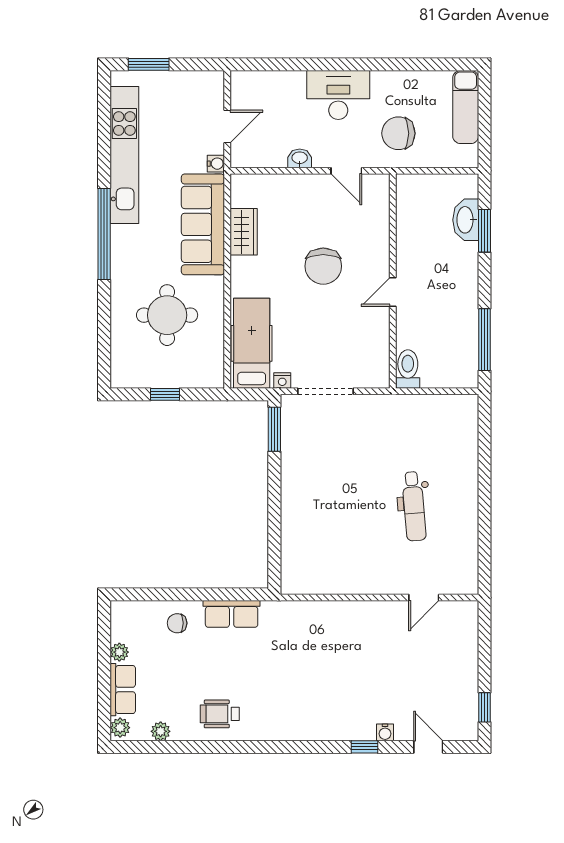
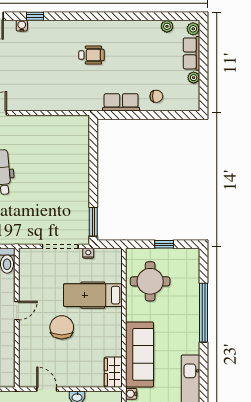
wardrobe: (244, 232) -> (113, 372), moved
window: (104, 234) -> (203, 313), moved
round table: (167, 315) -> (150, 281), moved
hospital bed: (252, 343) -> (93, 295), moved, turned 90
wheelchair: (220, 714) -> (91, 55), moved

